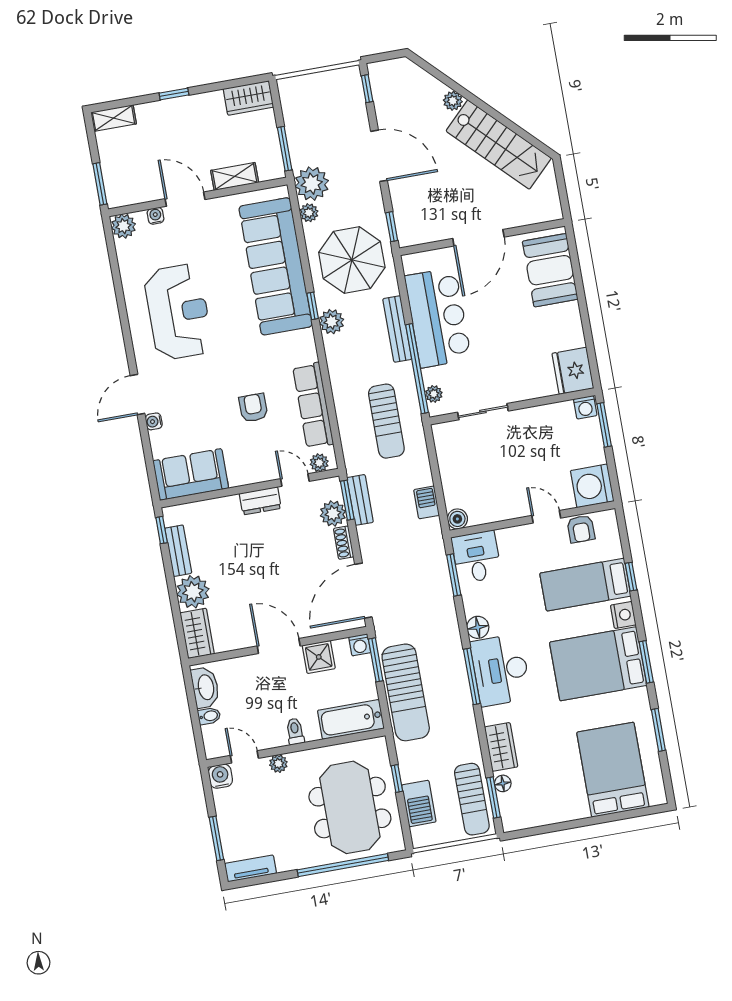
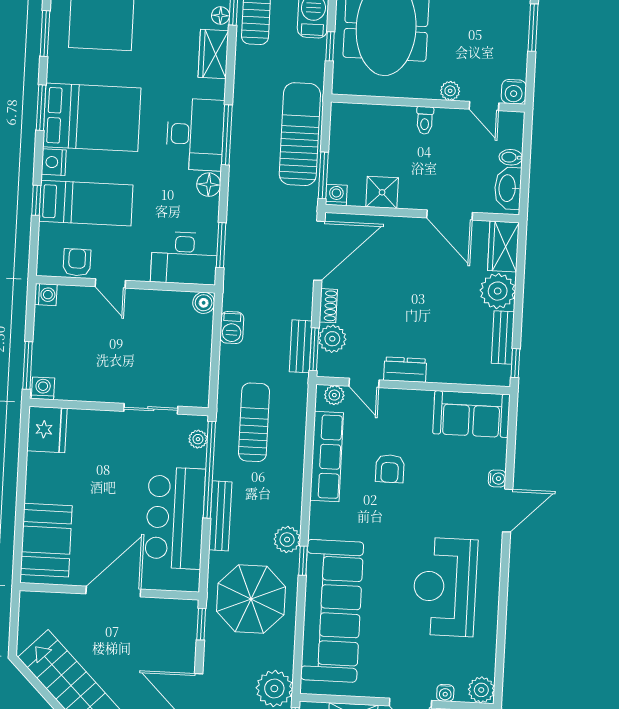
plant: (309, 213) -> (284, 659), removed
washing machine: (592, 486) -> (46, 295), width x0.53, depth x0.53
desk: (476, 557) -> (184, 258), width x1.37
door: (279, 646) -> (450, 215), moved
bathtub: (351, 719) -> (364, 119), removed

